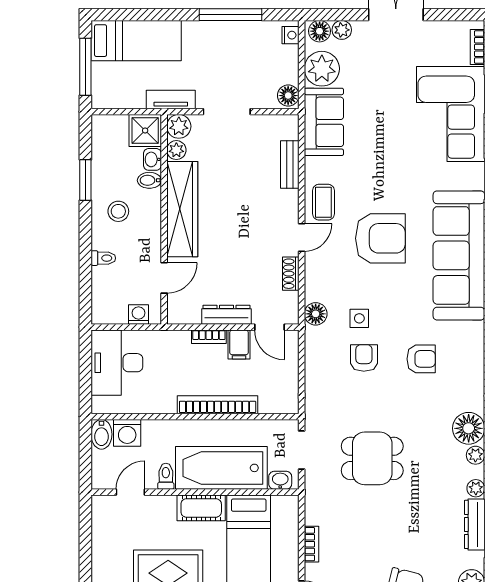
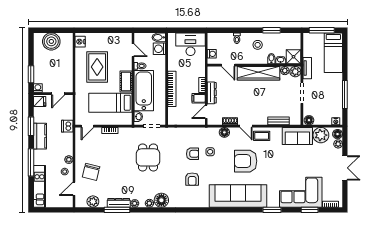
armchair: (380, 238) -> (246, 161), turned 90
floor lamp: (316, 314) -> (224, 132), moved

